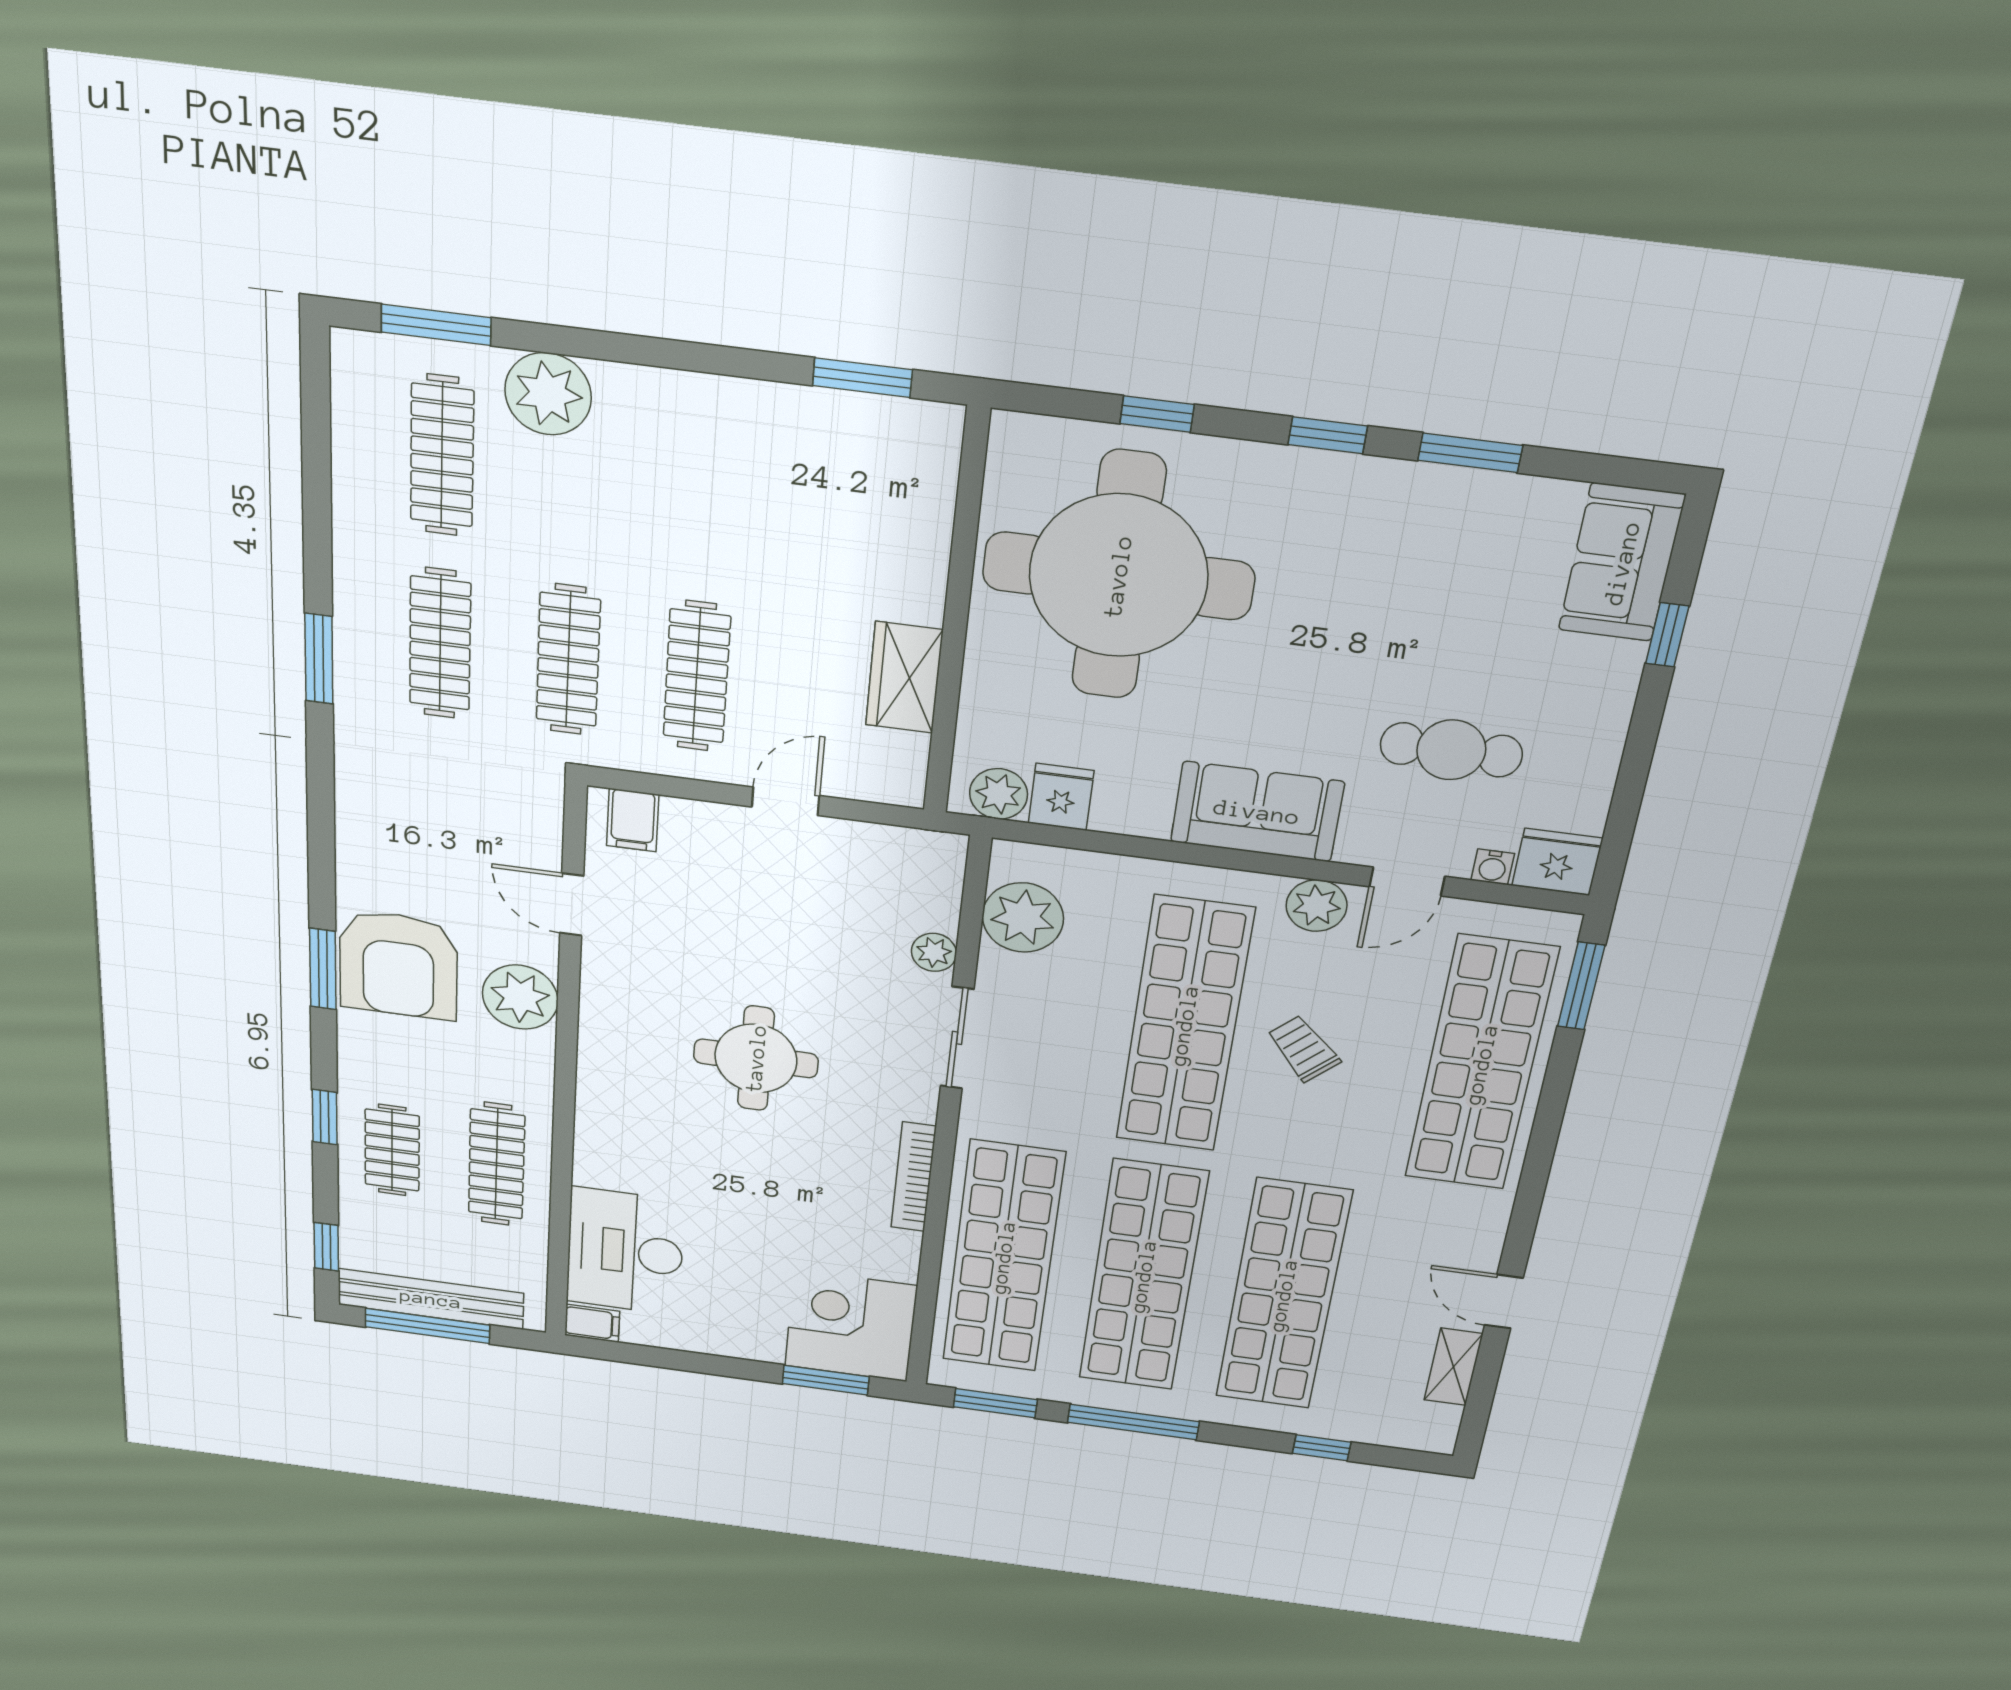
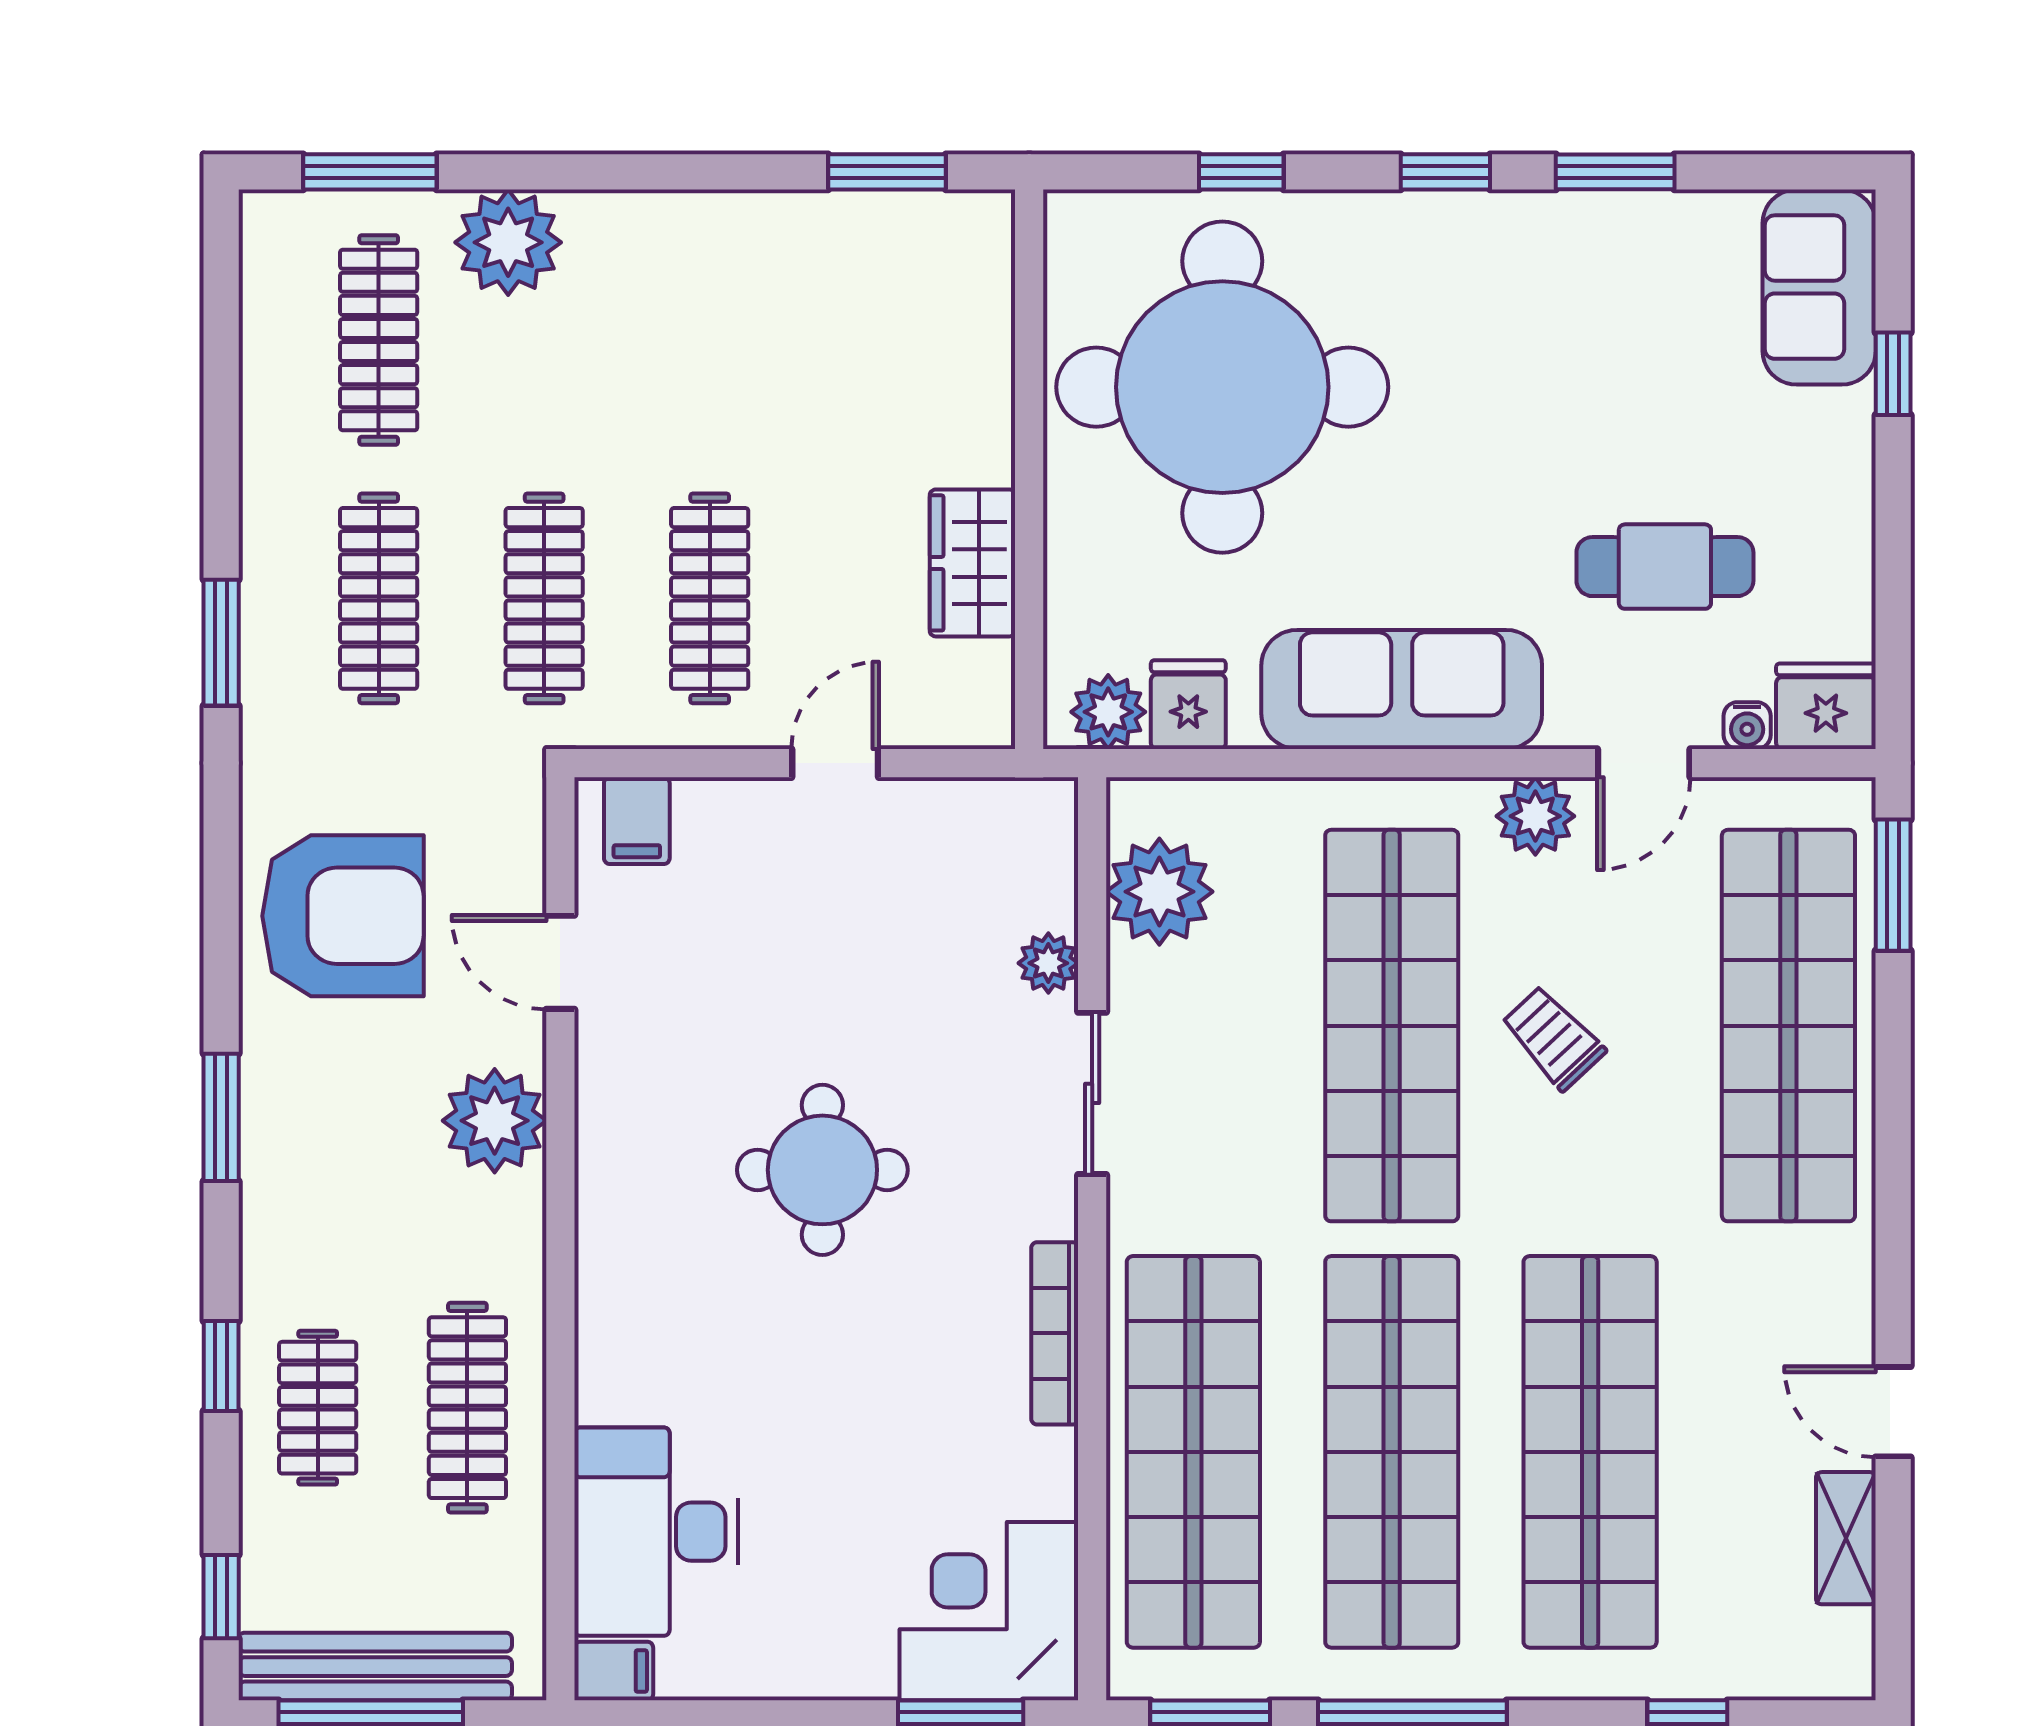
sofa: (1257, 812) -> (1402, 689), width x1.36
armchair: (398, 965) -> (343, 916), moved, turned -90

